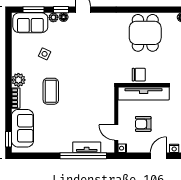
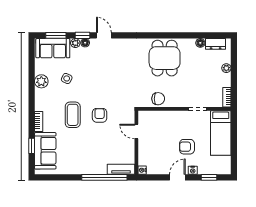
plant: (18, 80) -> (41, 81), moved
armchair: (78, 92) -> (100, 115), added
tv unit: (144, 93) -> (163, 117), removed
armchair: (143, 124) -> (187, 147), moved
door: (116, 133) -> (136, 132), moved
window: (9, 139) -> (32, 146), moved
tv unit: (87, 147) -> (121, 169), moved

